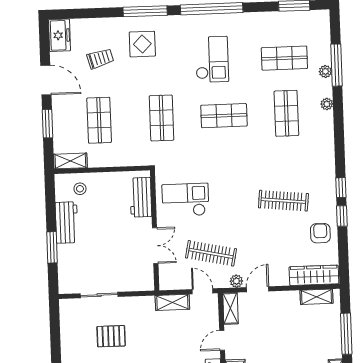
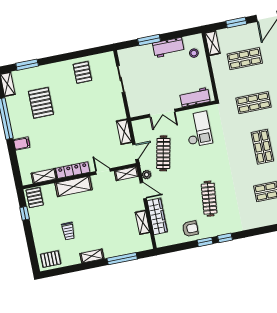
wardrobe: (314, 275) -> (157, 216), moved
shelving: (317, 297) -> (143, 222), moved
pallet: (111, 336) -> (82, 72), moved

